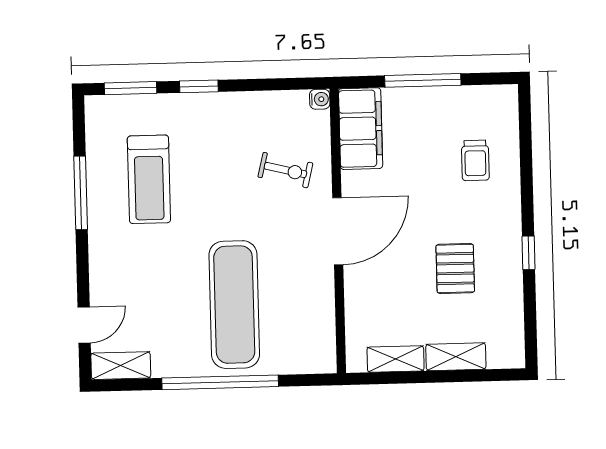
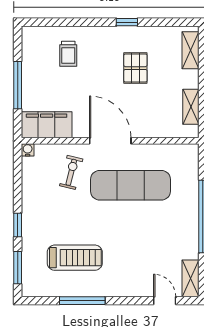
trolley: (475, 160) -> (68, 54), turned 90
pallet: (455, 268) -> (135, 68), turned 90
exercise mat: (234, 305) -> (130, 185), moved
shelving: (456, 357) -> (190, 50), moved

